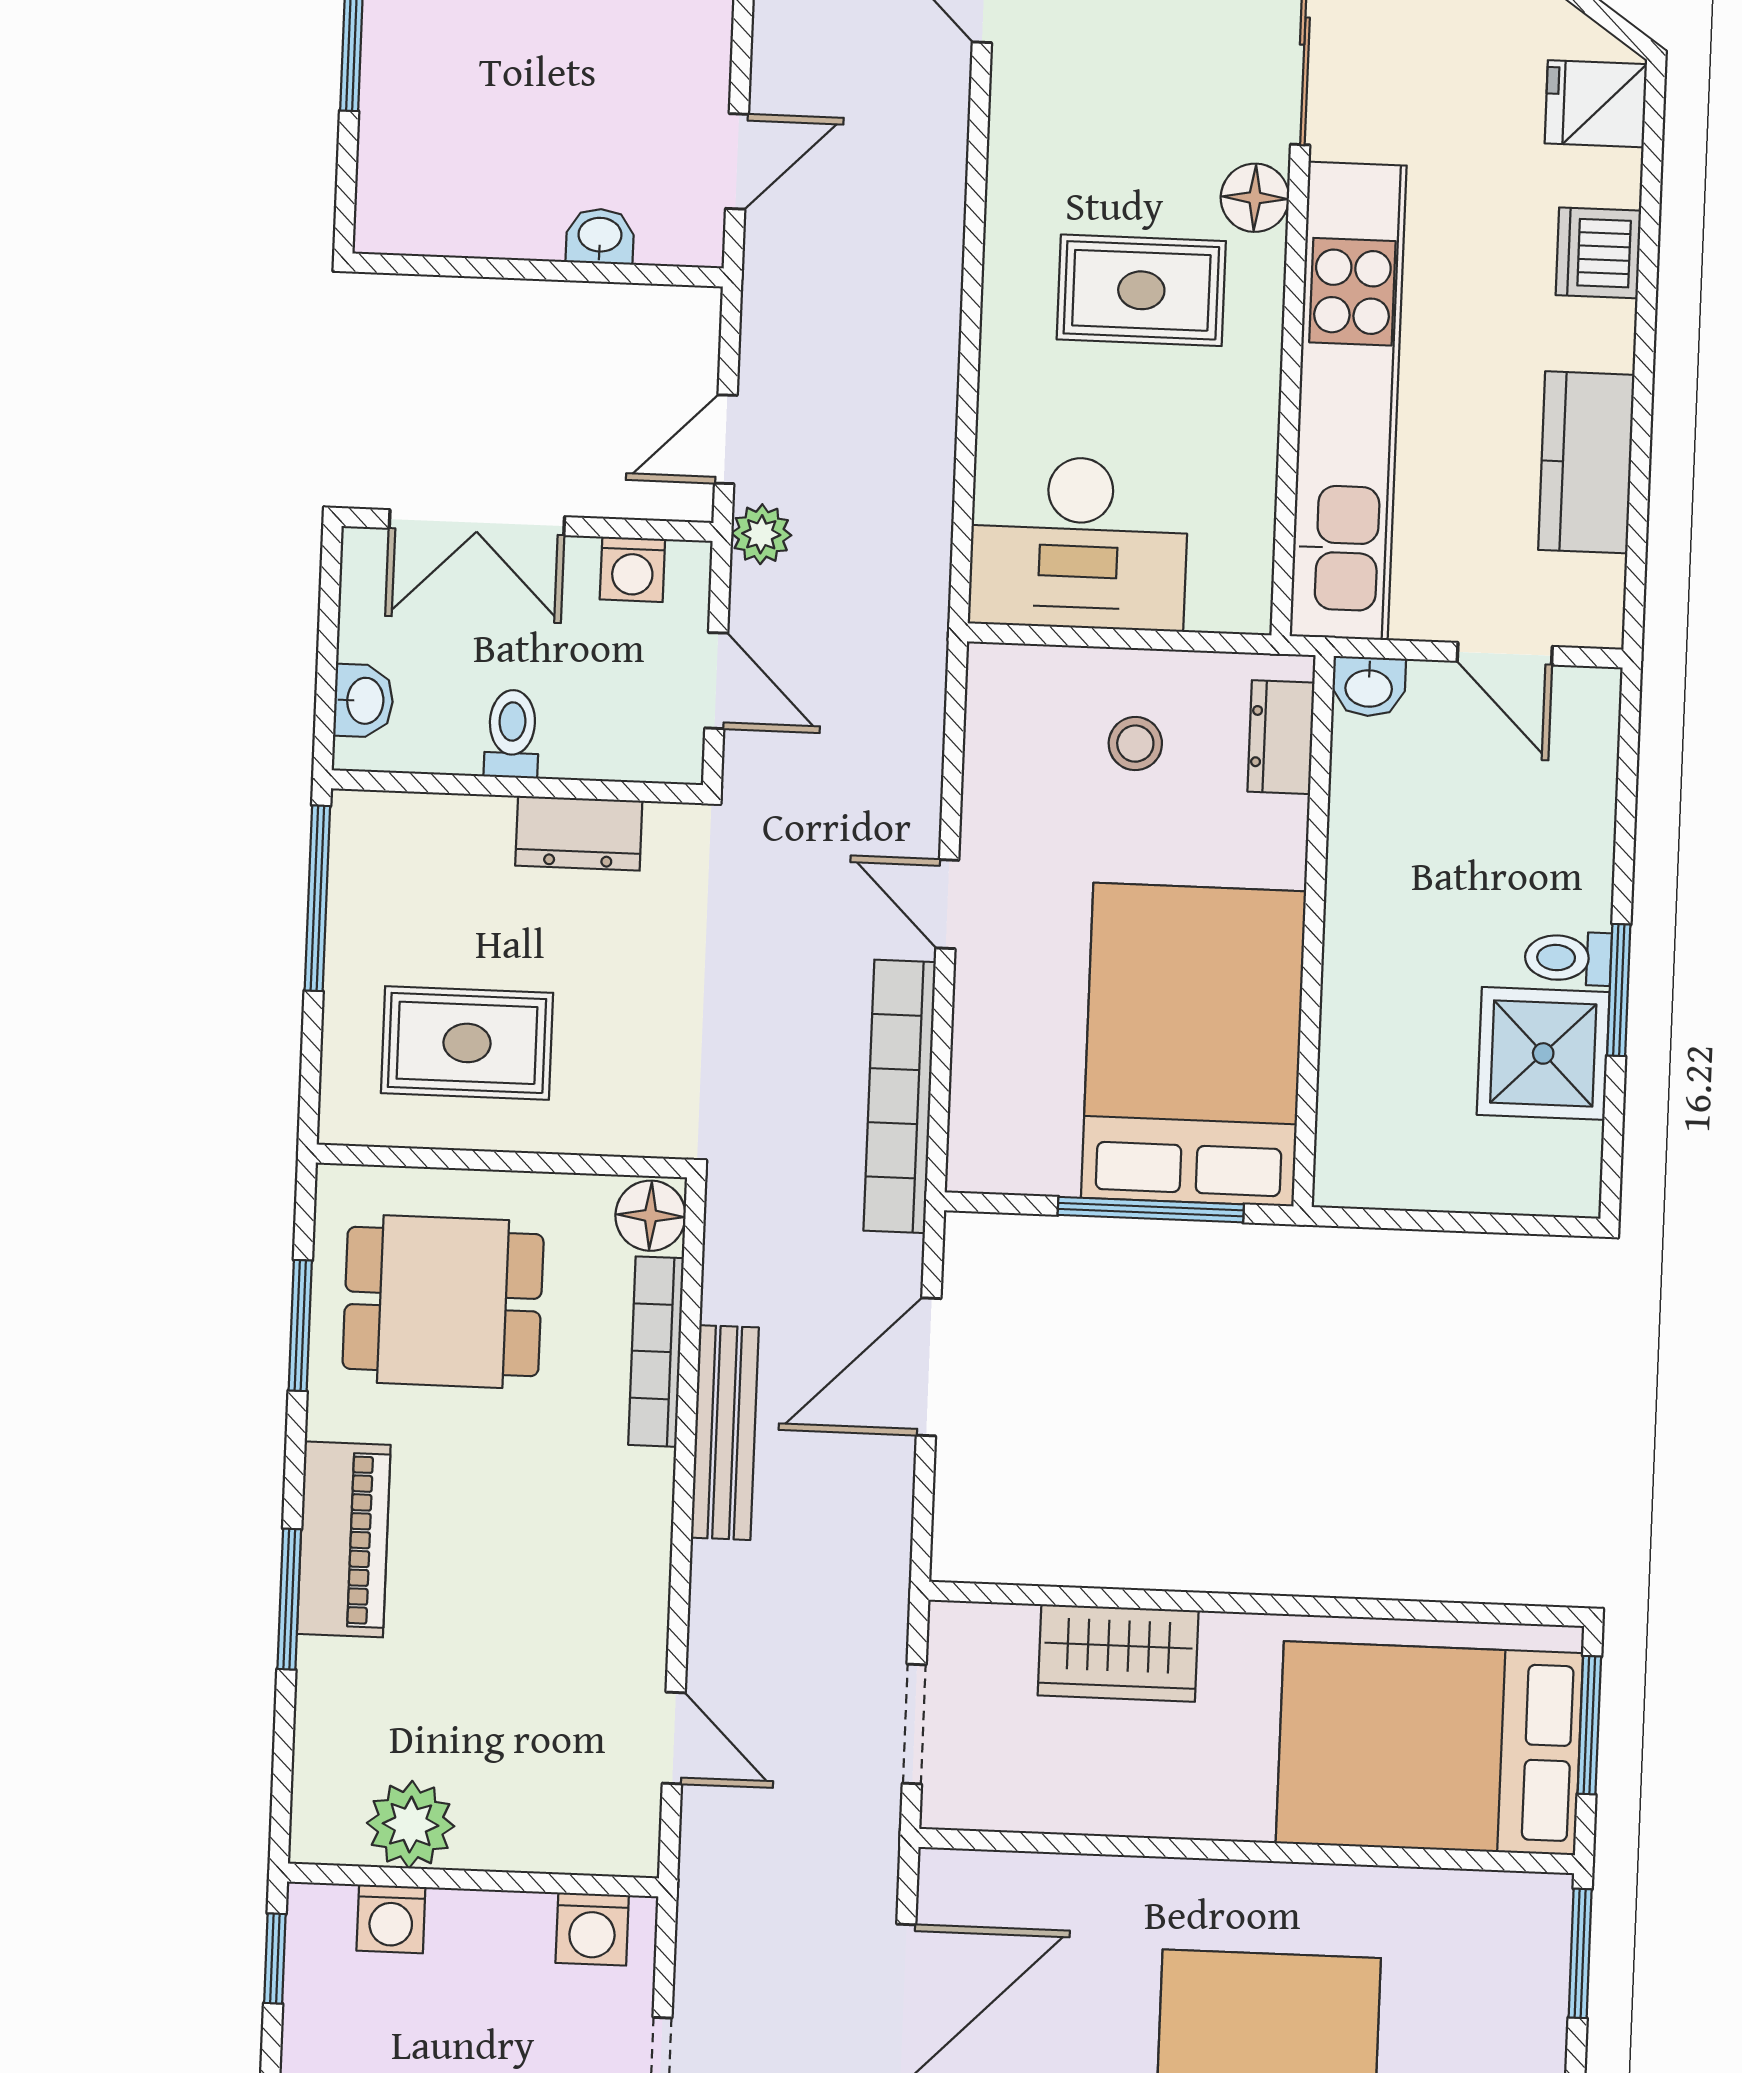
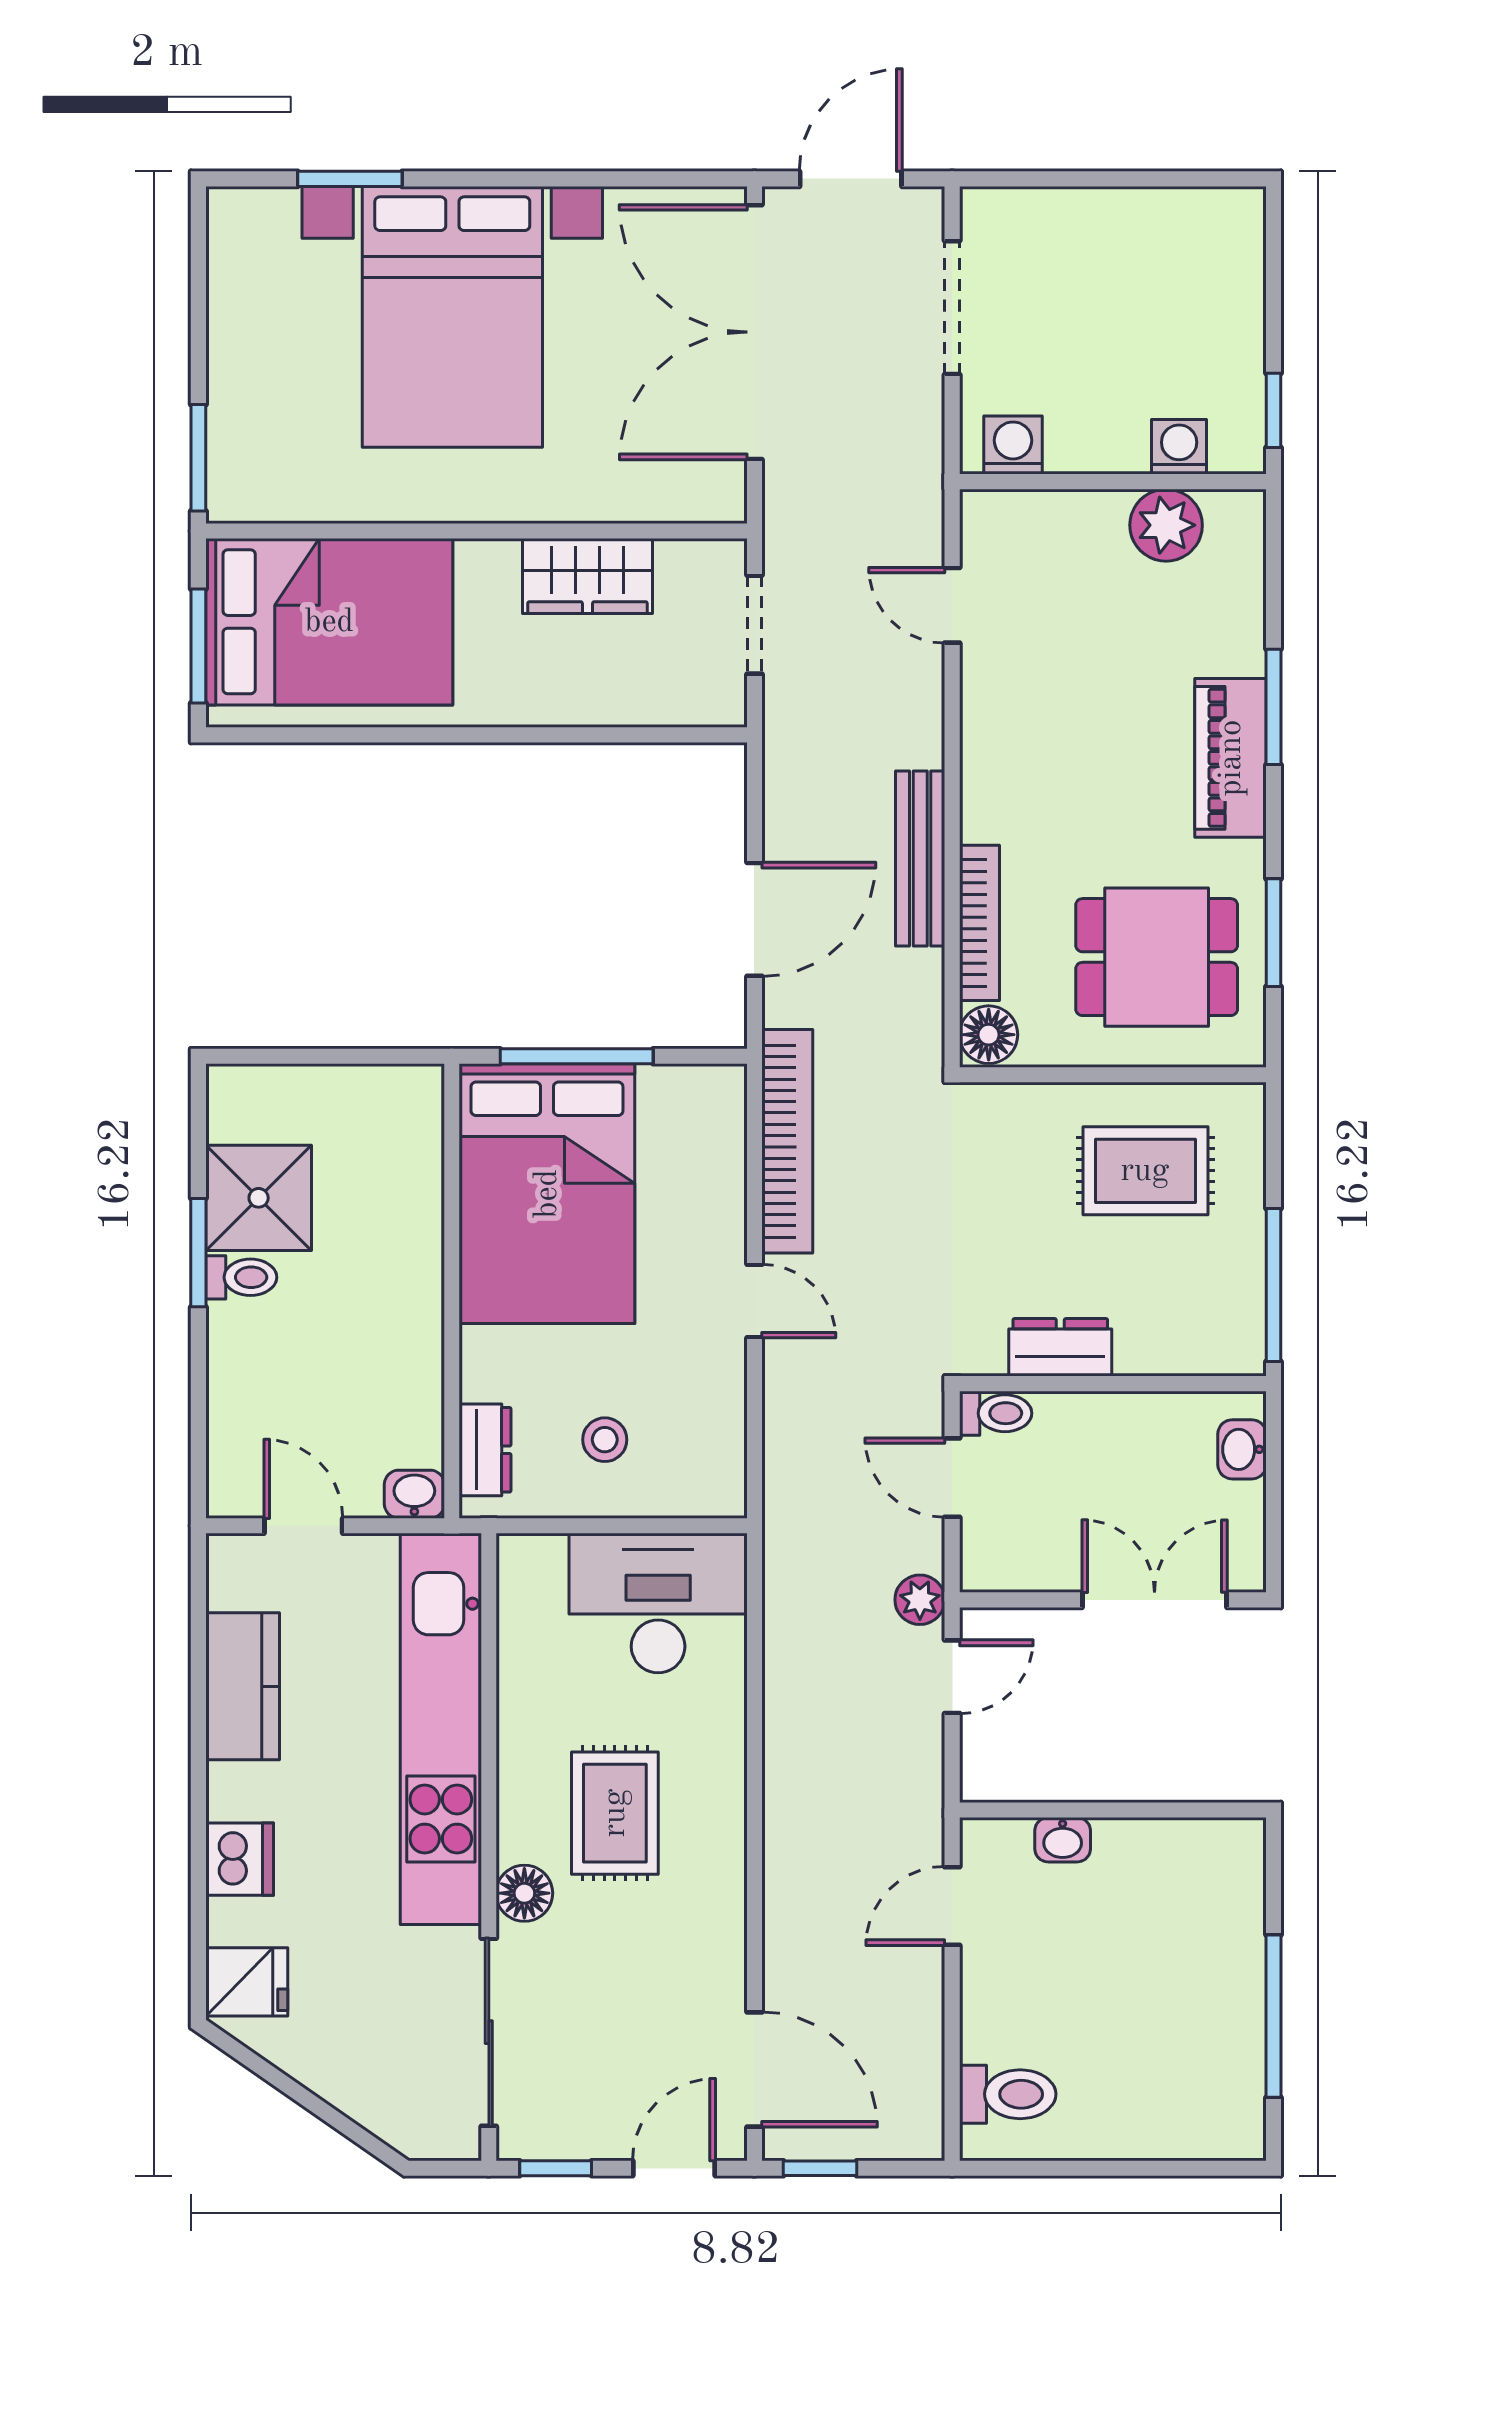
rug: (1141, 290) -> (615, 1813), turned 90
washing machine: (632, 569) -> (1025, 1567), removed
toilet: (512, 734) -> (996, 1413), moved, turned -90
wardrobe: (1118, 1653) -> (587, 576), moved, turned 180

